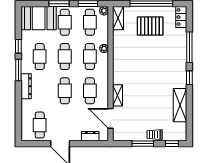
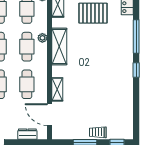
shelving: (180, 105) -> (59, 47), moved

